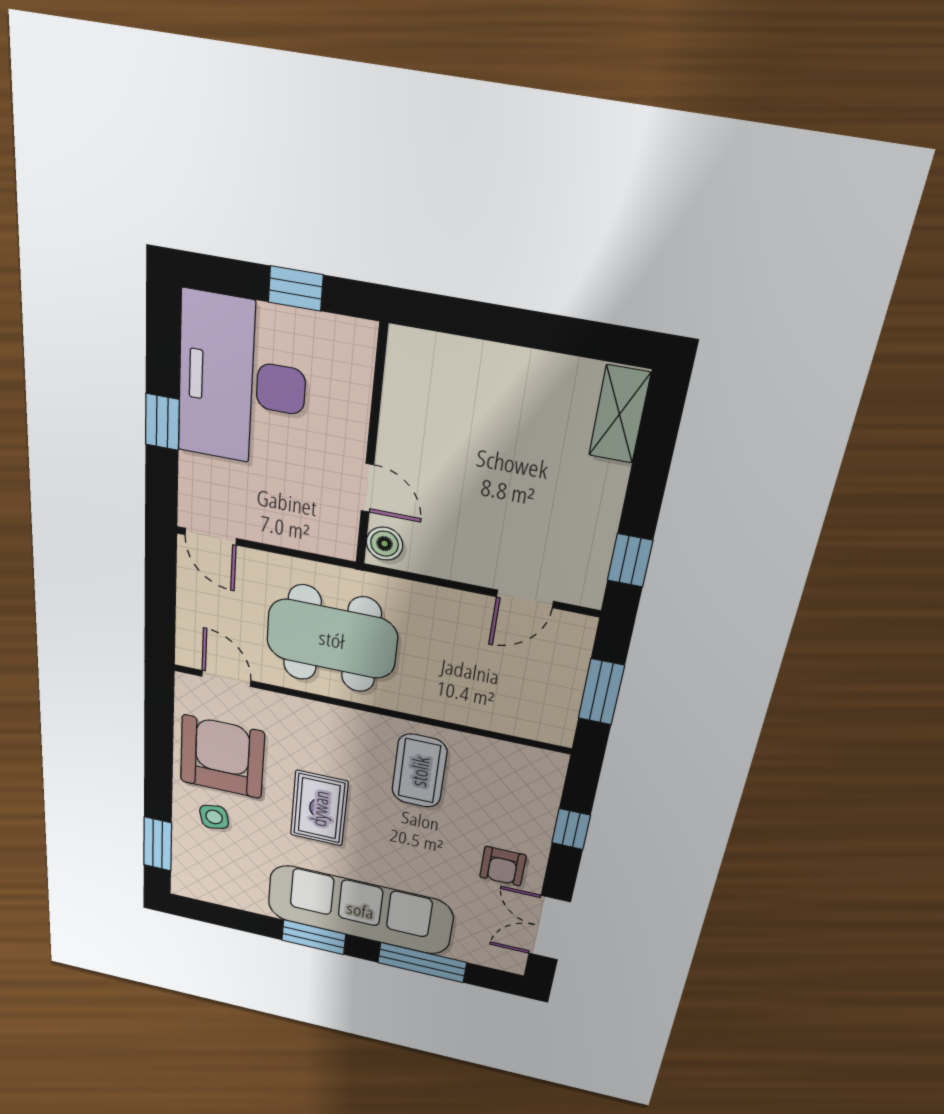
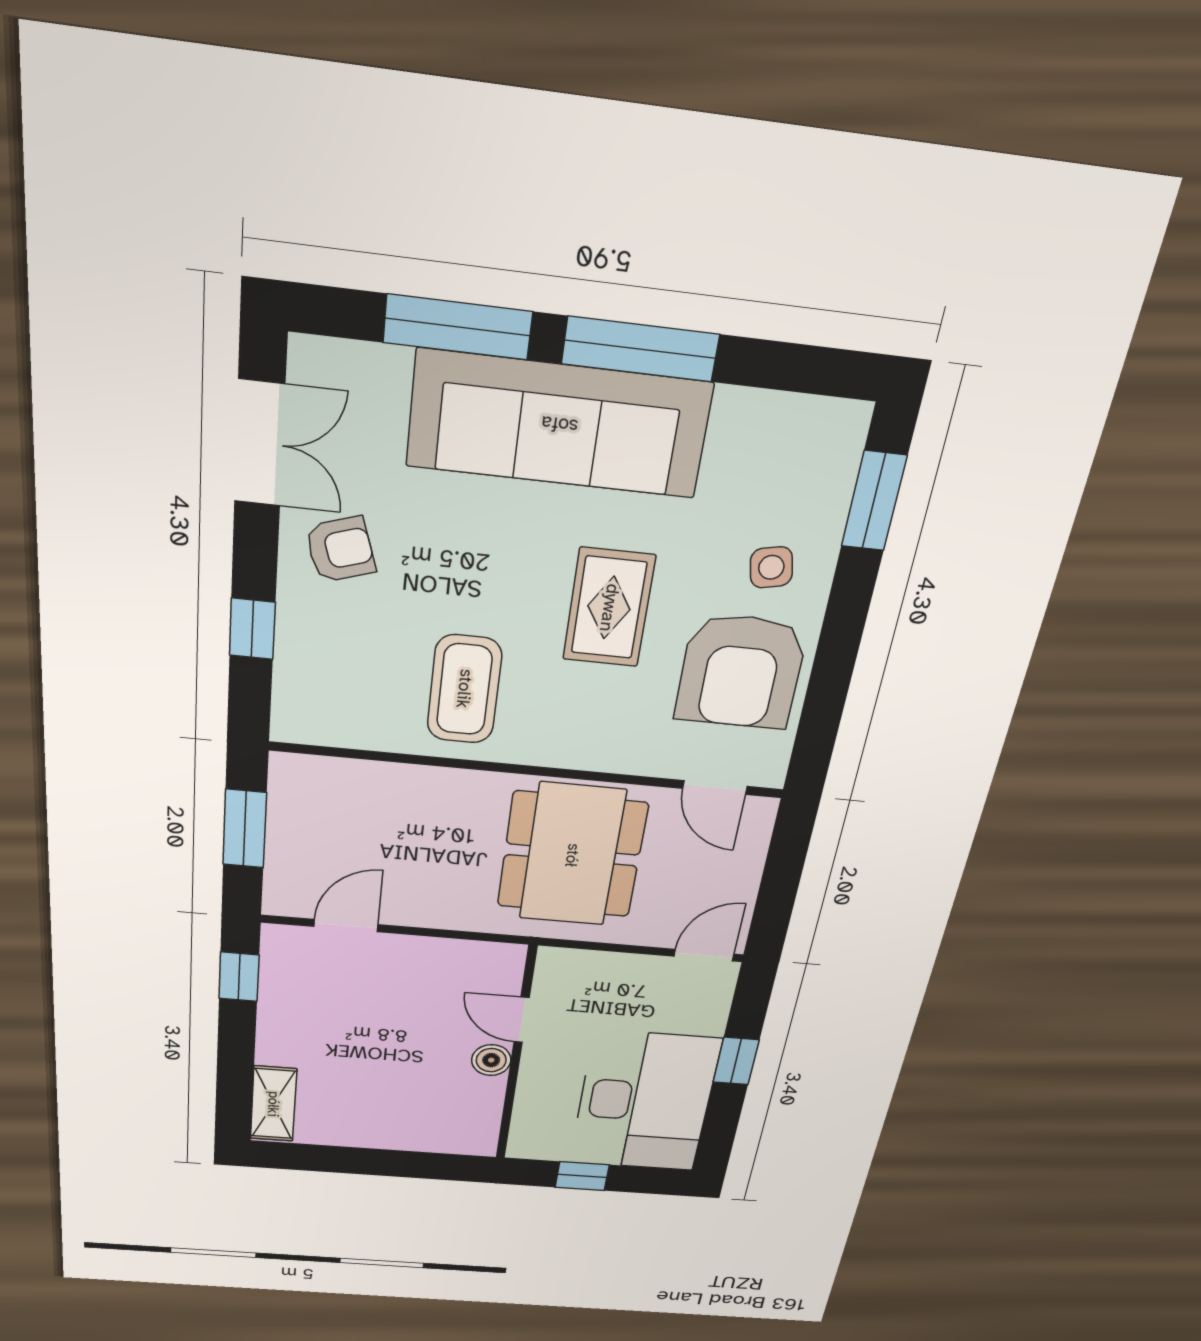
door: (211, 537) -> (704, 955), hinge flipped
boiler: (385, 544) -> (491, 1060), moved
dining table: (332, 639) -> (572, 855), turned 90
armchair: (503, 866) -> (340, 550), turned 72
window: (314, 937) -> (640, 349), width x1.44

